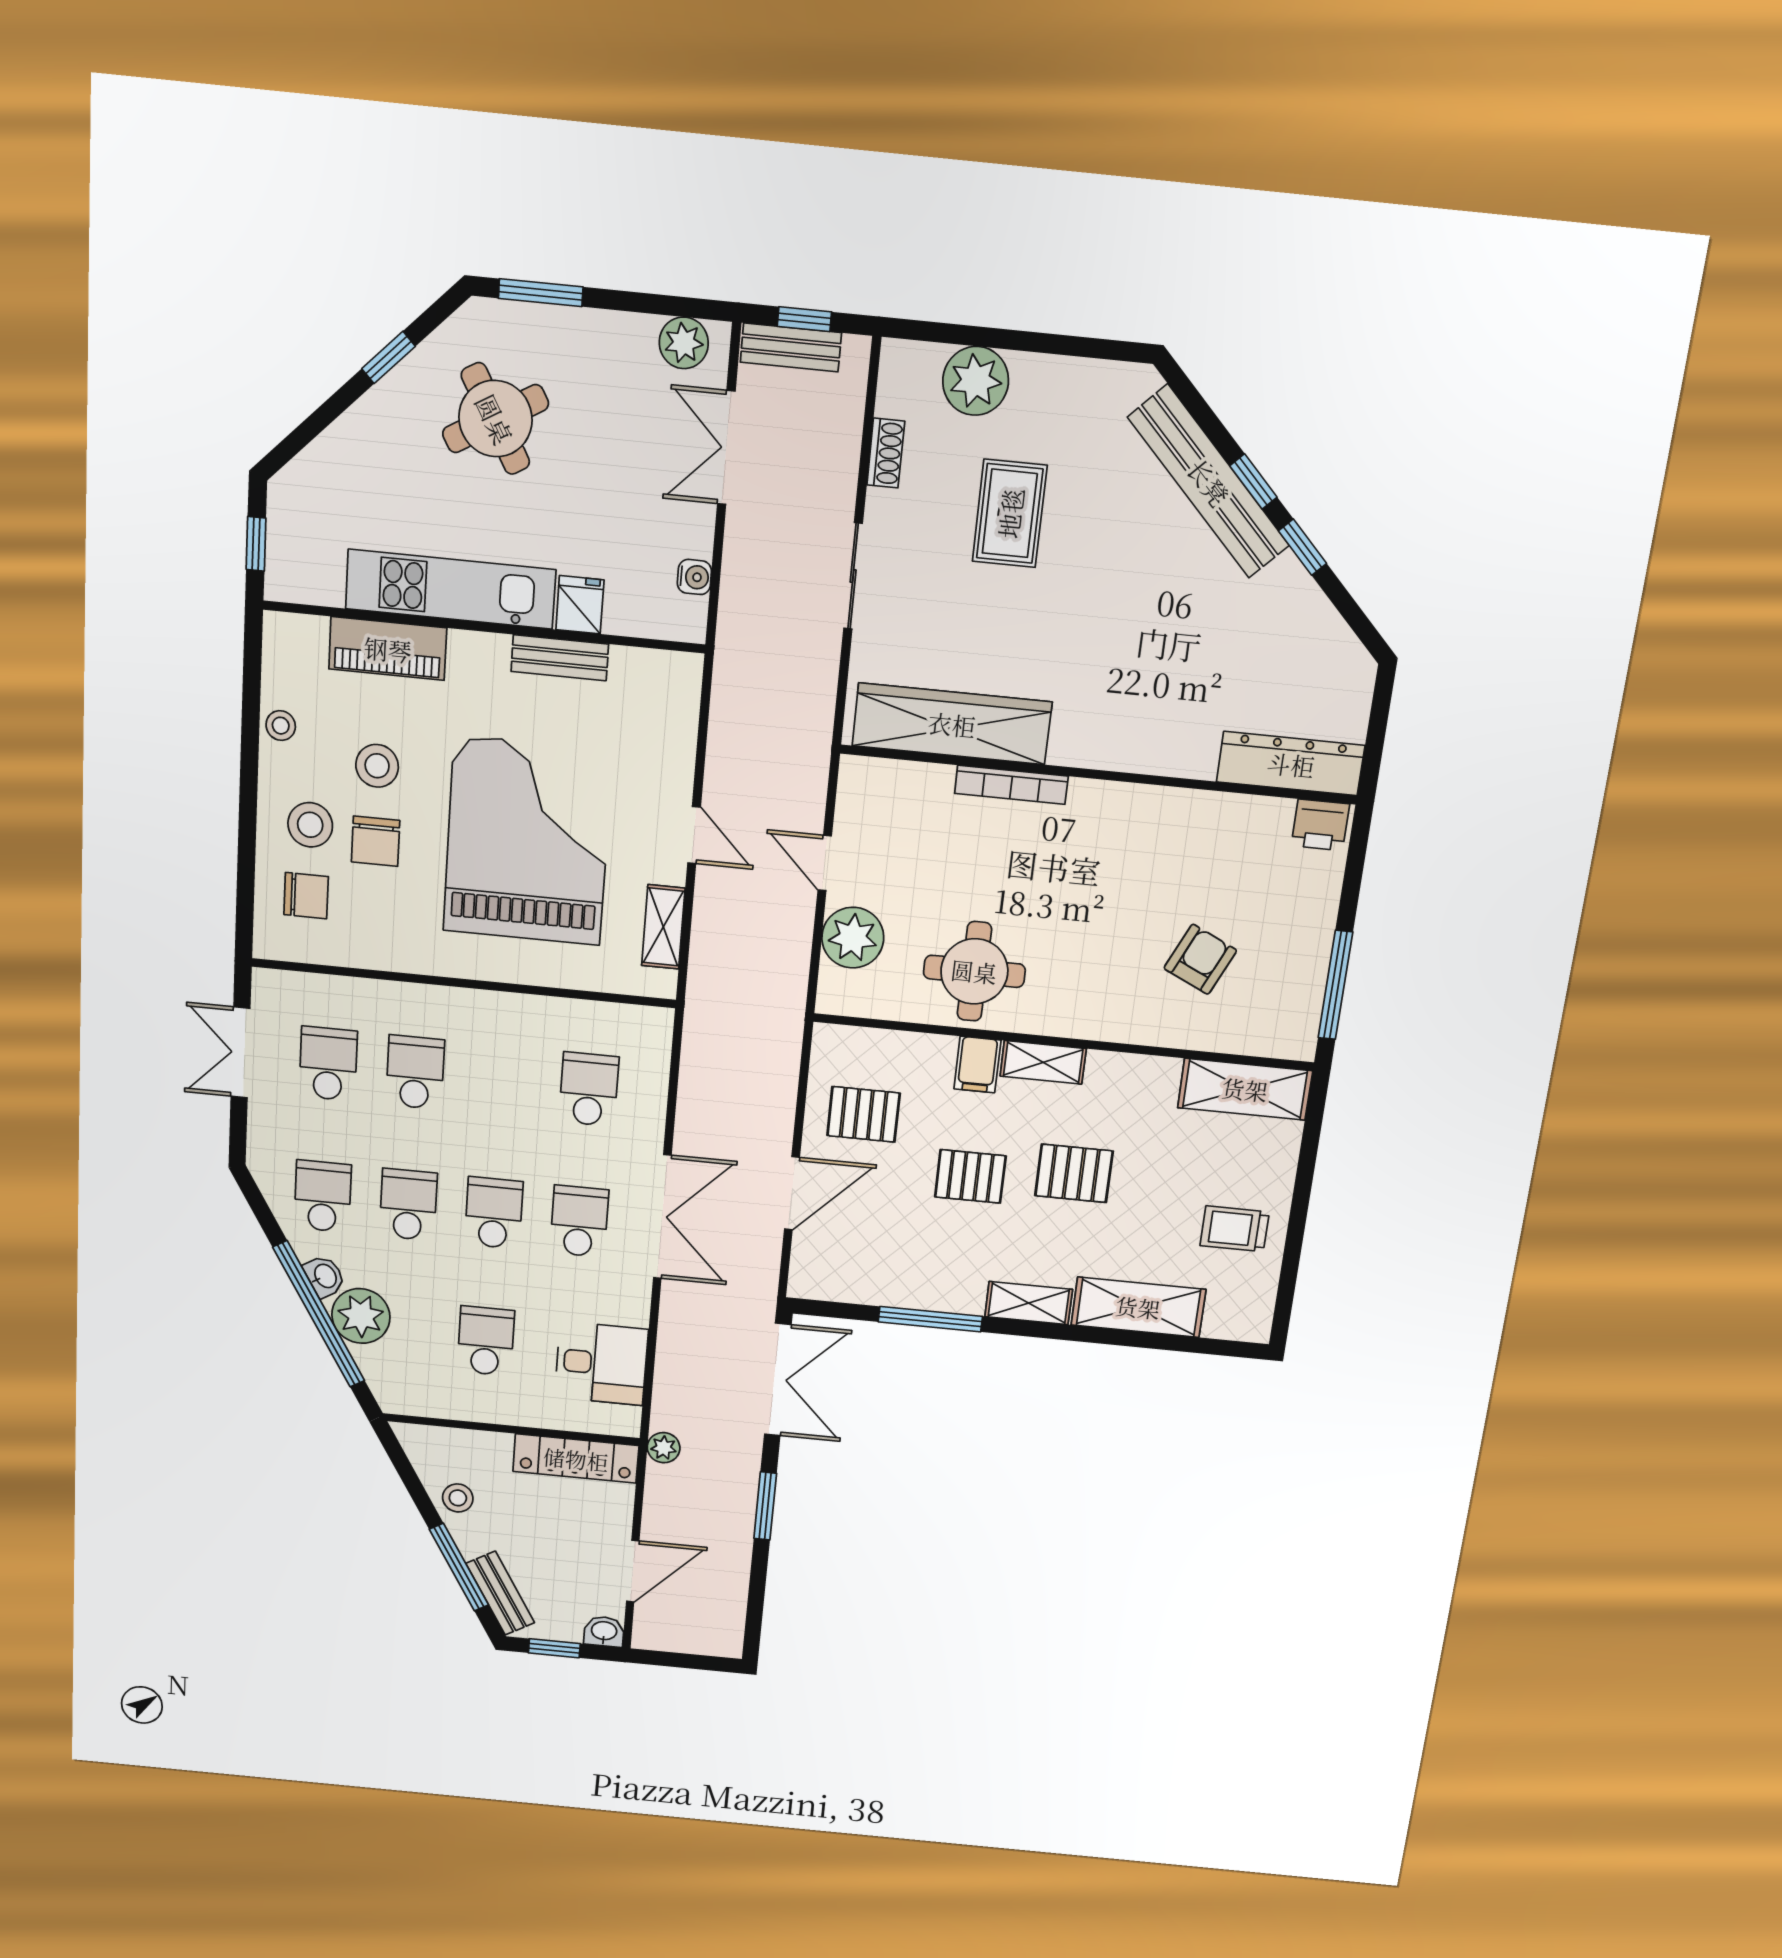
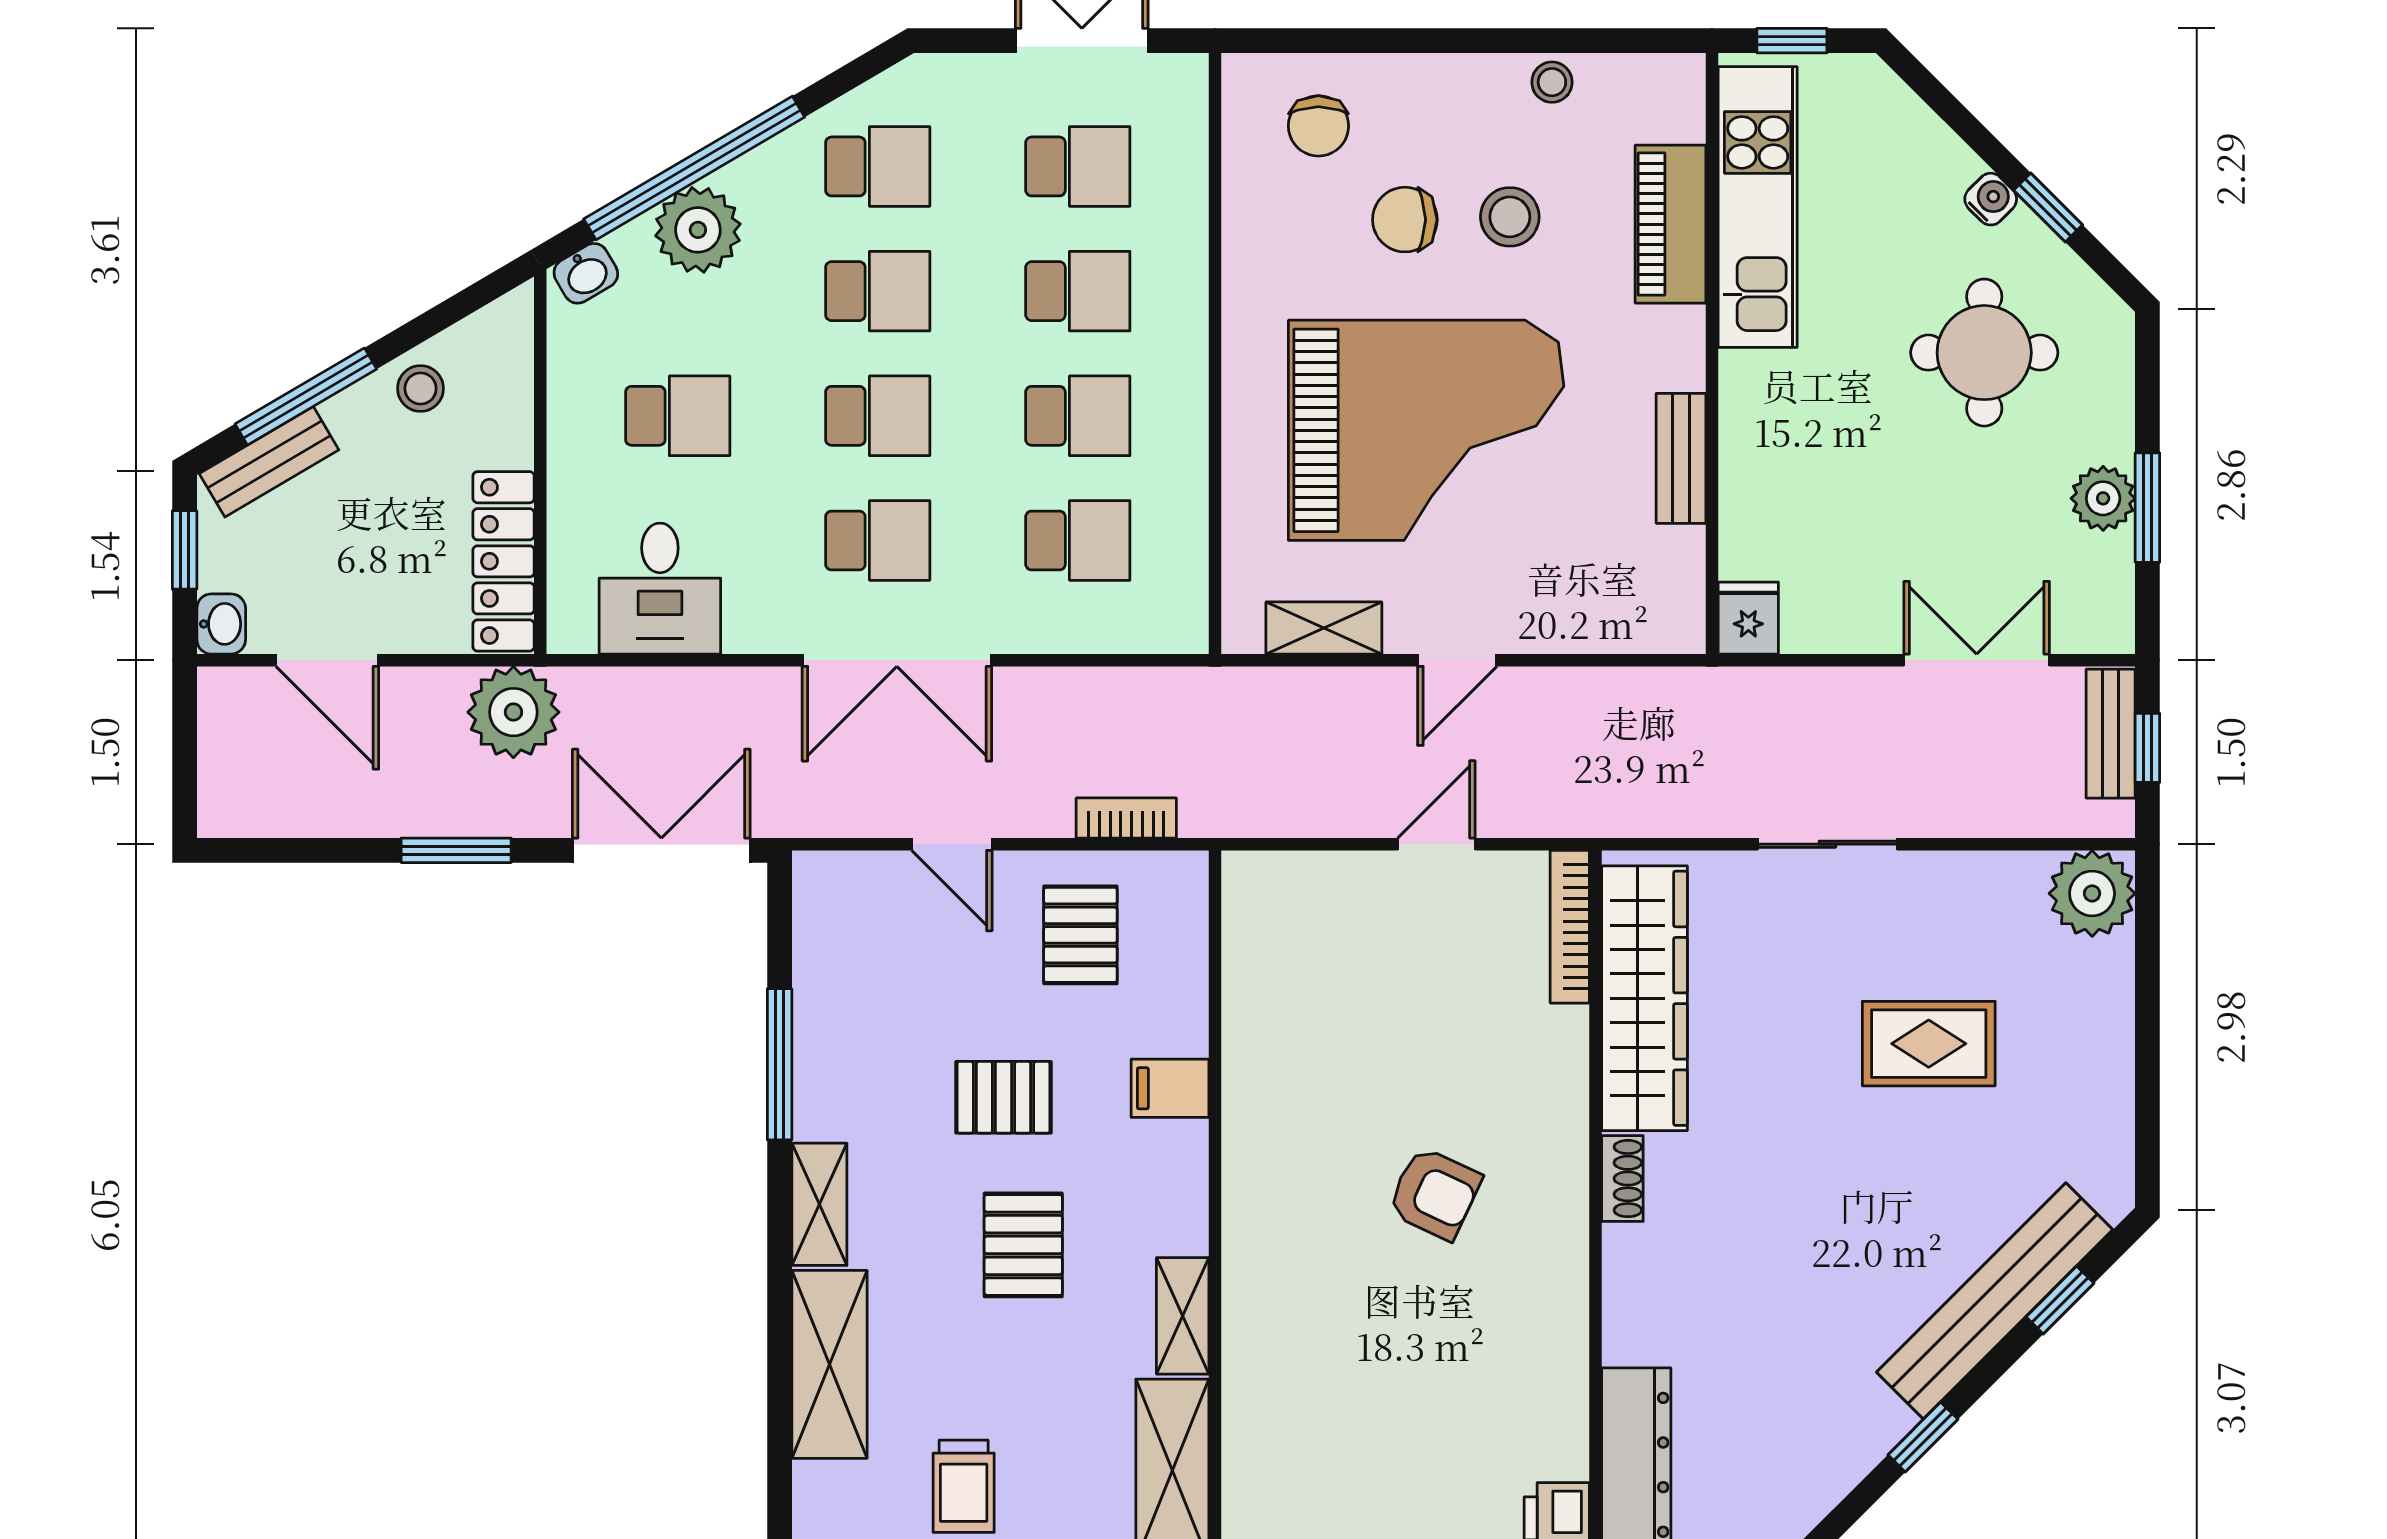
window: (541, 293) -> (2147, 508), moved
plant: (684, 343) -> (2103, 498), moved
plant: (976, 381) -> (2092, 893), moved
round table: (495, 419) -> (1984, 353), turned 30
shoe rack: (886, 453) -> (1622, 1179), moved, turned -90
window: (1253, 481) -> (2060, 1300), moved
water cooler: (694, 577) -> (1991, 199), moved, turned -135
kitchen unit: (451, 589) -> (1758, 207), moved
fridge: (580, 605) -> (1748, 618), moved, turned -90
bookcase: (1011, 785) -> (1570, 927), moved
stool: (310, 825) -> (1419, 128), removed
plant: (853, 938) -> (1335, 894), removed
armchair: (1200, 959) -> (1434, 1193), moved
round table: (974, 971) -> (1304, 1068), removed
shelving: (1043, 1062) -> (1183, 1316), moved
bookcase: (785, 1076) -> (1126, 818), added
school desk: (502, 1081) -> (1078, 416), added
pallet: (970, 1176) -> (1003, 1097), turned 90
door: (792, 1193) -> (952, 844), width x0.73
trolley: (1235, 1229) -> (964, 1486), turned 180
washbasin: (325, 1276) -> (586, 273), moved
double door: (778, 1380) -> (661, 850), swing flipped
plant: (664, 1448) -> (513, 712), width x1.87, depth x1.87

